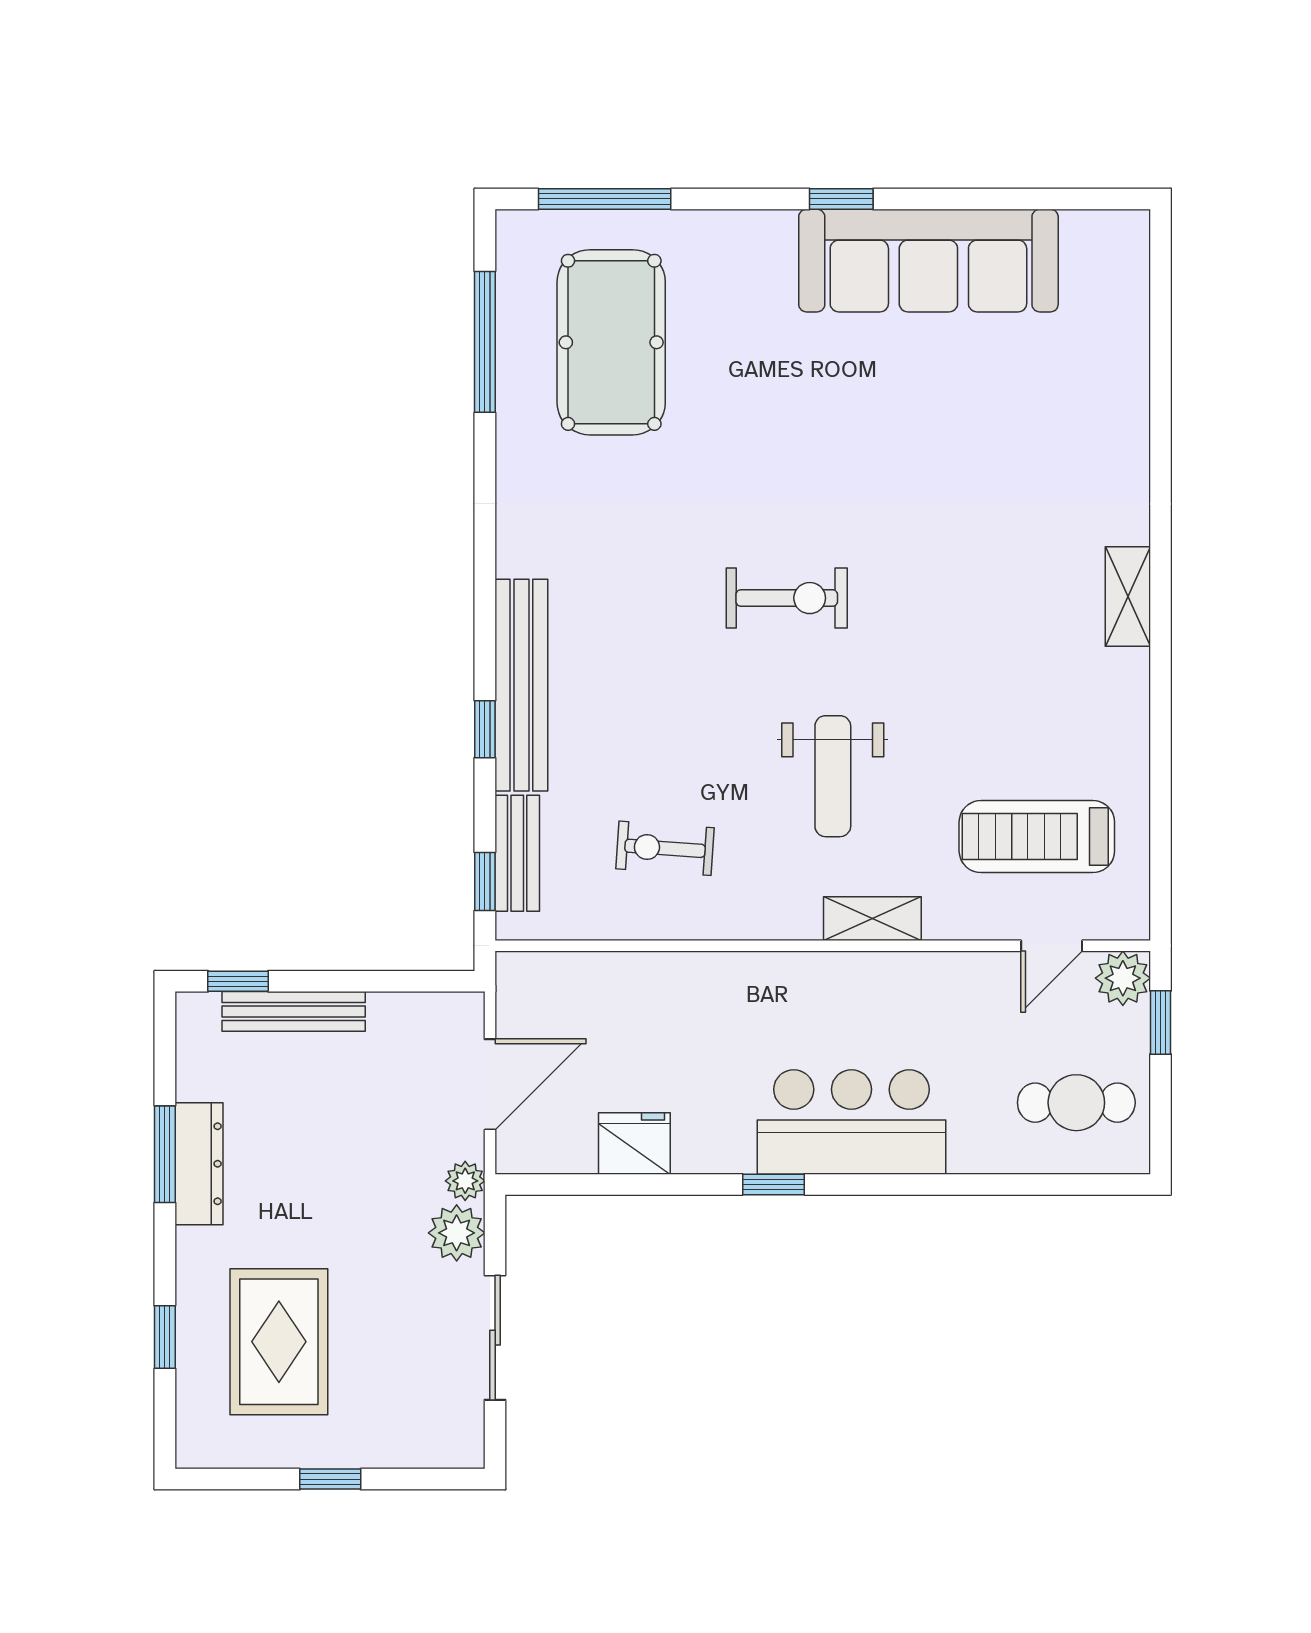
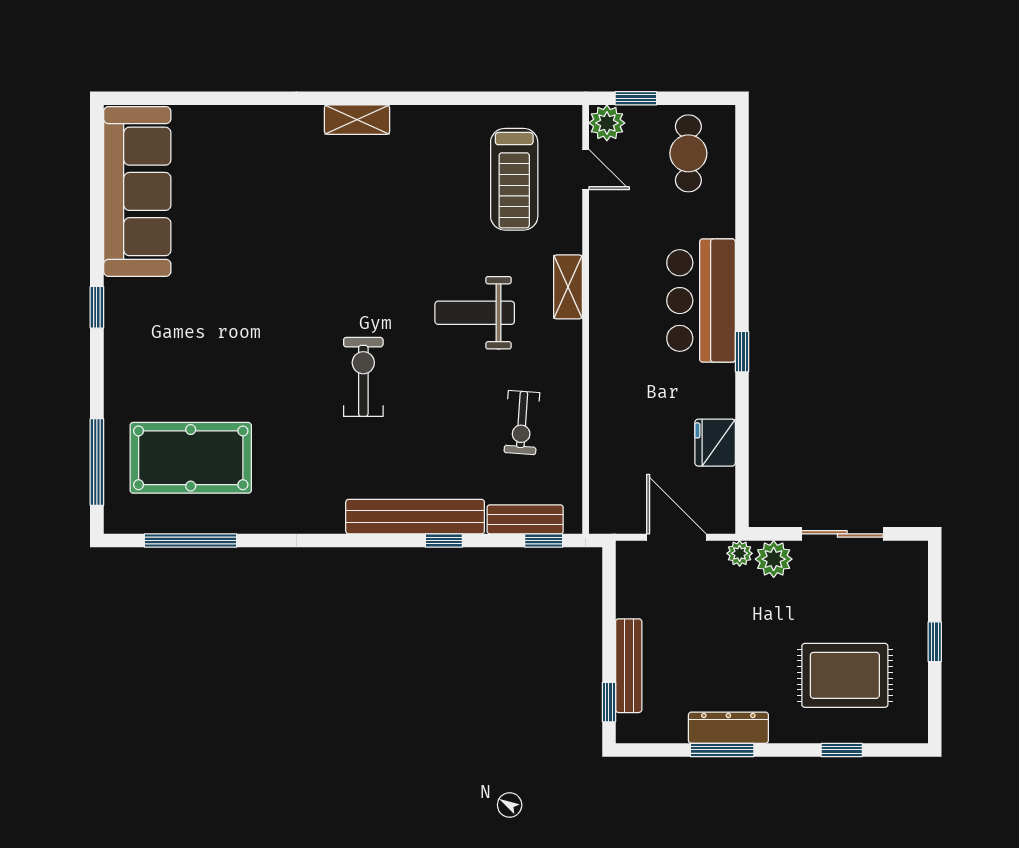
sofa: (928, 261) -> (137, 191), moved
exercise bike: (787, 598) -> (363, 377), moved
weight bench: (833, 776) -> (475, 313), turned 180

